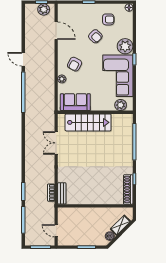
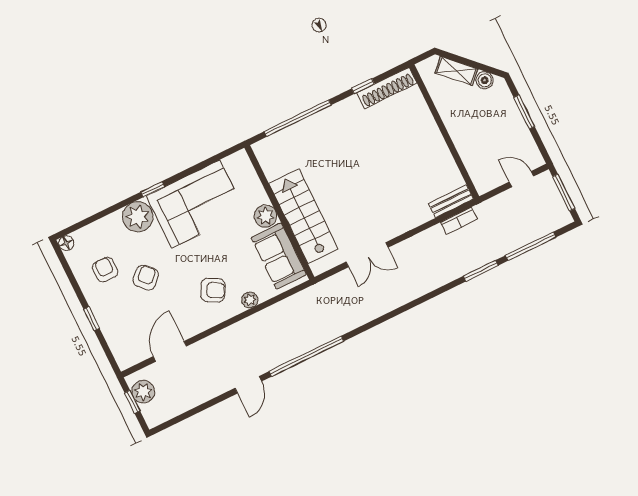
plant: (121, 105) -> (266, 216), moved
door: (56, 231) -> (521, 179), swing flipped

